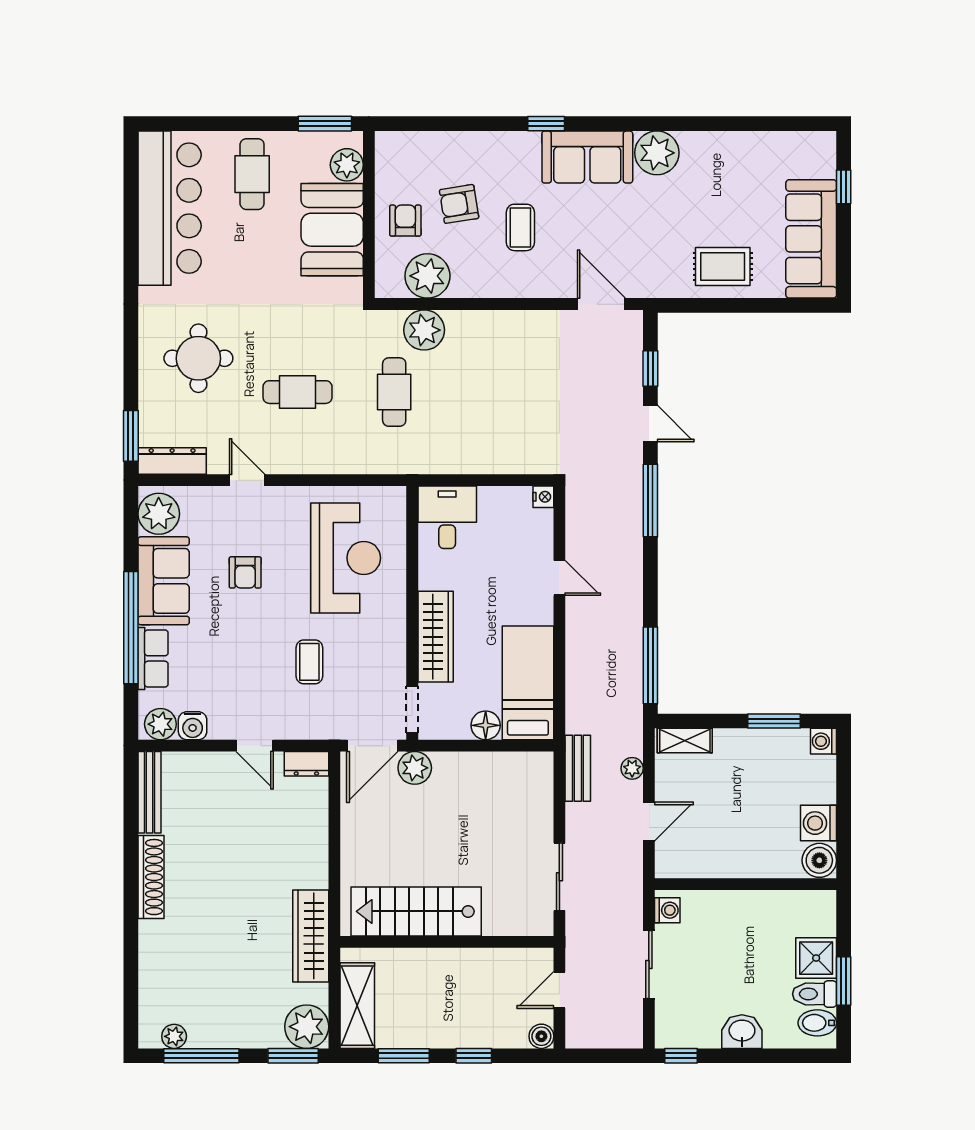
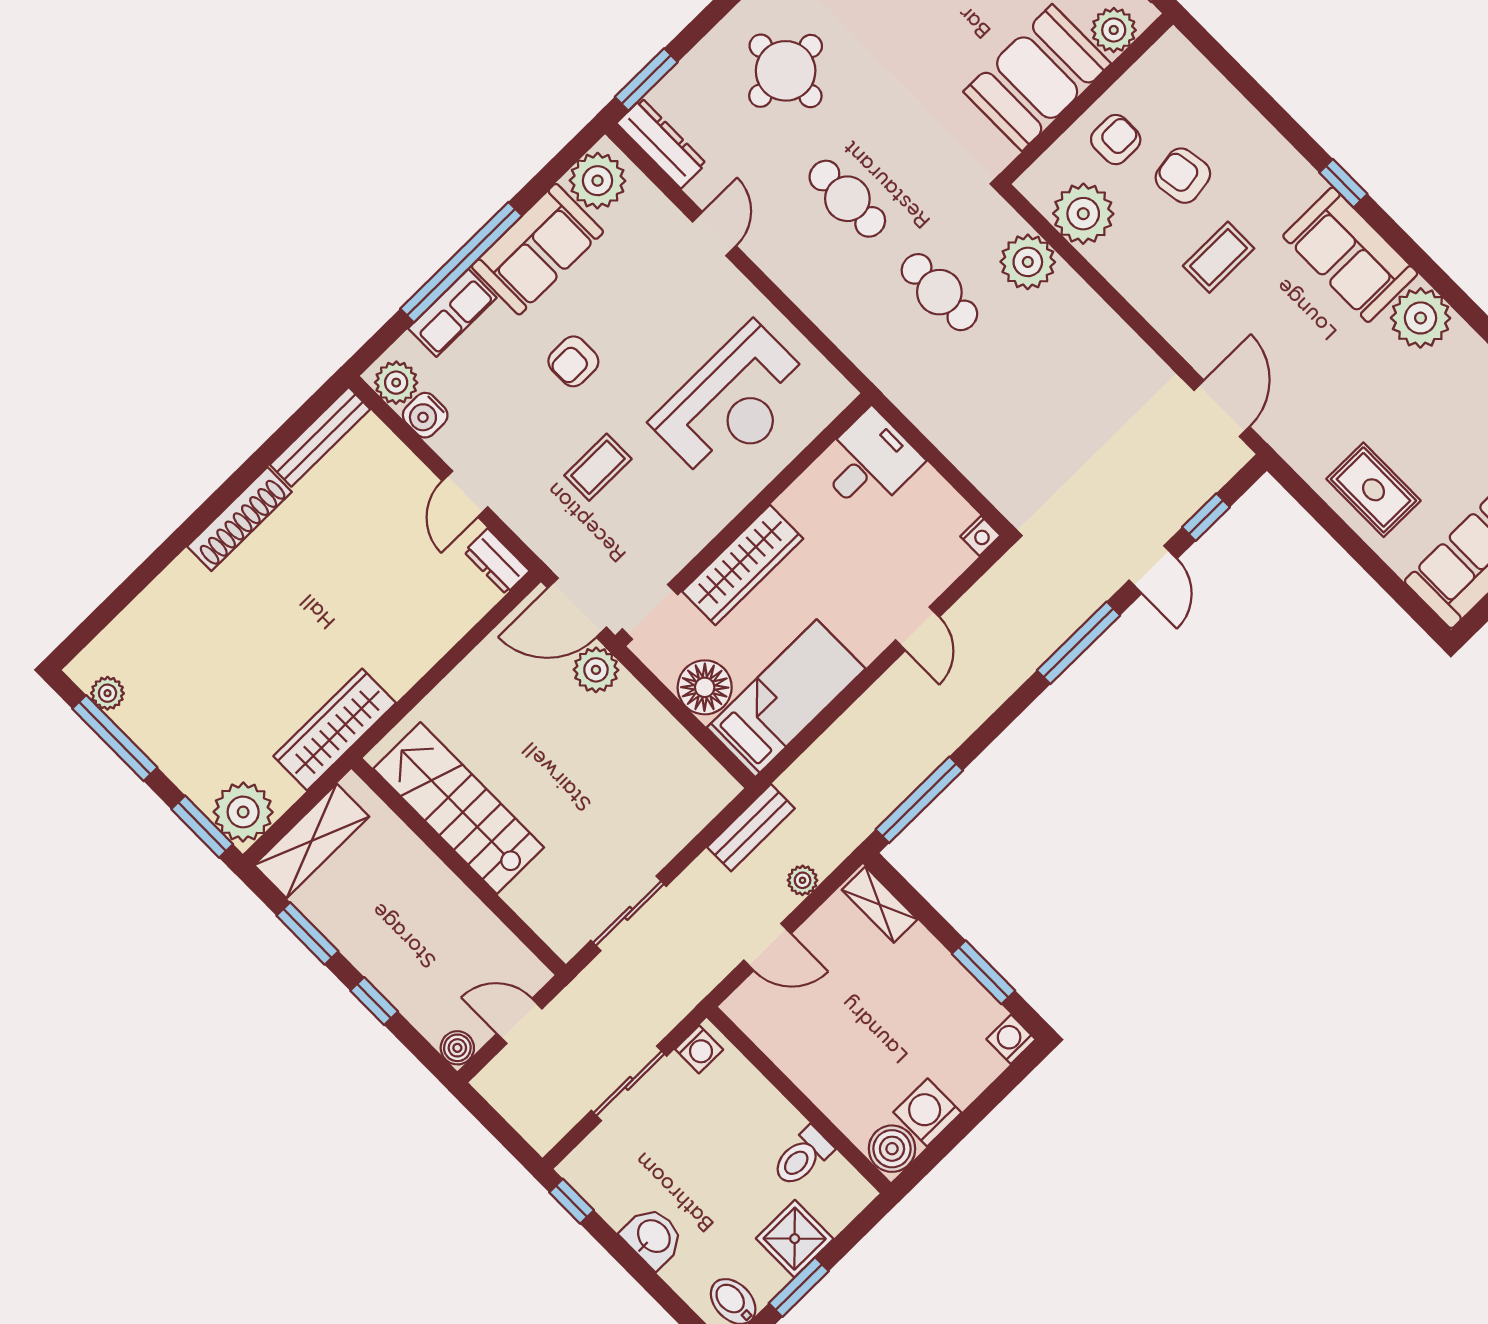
cafe table: (394, 392) -> (939, 292), turned 90
armchair: (245, 572) -> (573, 361), moved
floor lamp: (486, 725) -> (705, 687), width x1.38, depth x1.38
toilet: (815, 994) -> (802, 1157), moved, turned -90

